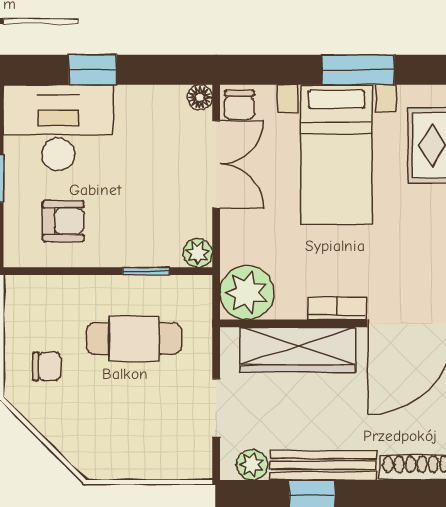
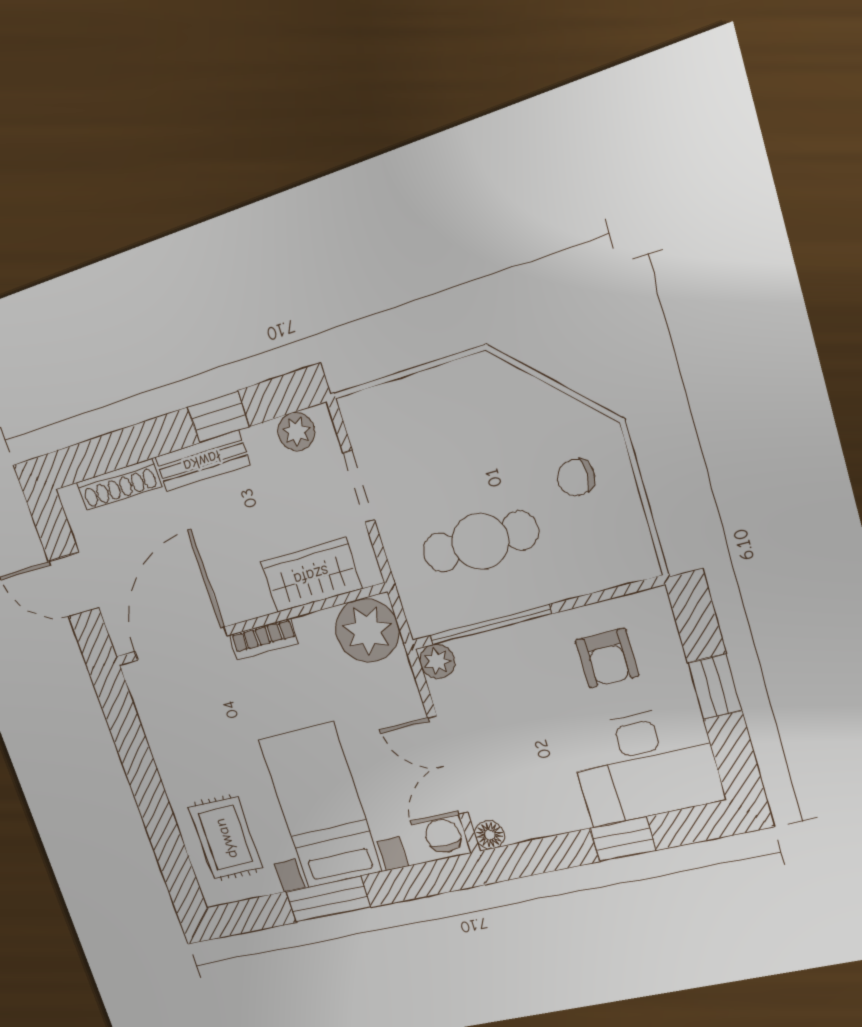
armchair: (63, 221) -> (607, 658), turned -90
window: (146, 271) -> (490, 625), width x2.17
wardrobe: (298, 349) -> (311, 575), width x0.67
bench: (323, 465) -> (202, 461), width x0.73

